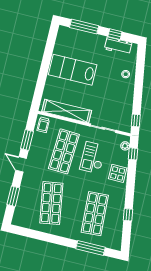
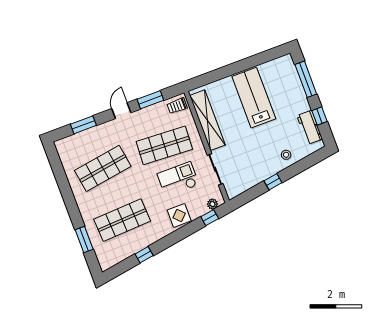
window: (136, 120) -> (273, 182), moved
window: (90, 248) -> (84, 240), width x0.69

